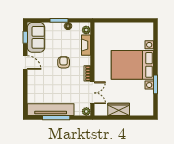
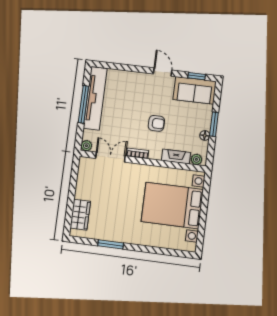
door: (25, 63) -> (163, 72), swing flipped
bed with nightstands: (132, 65) -> (172, 205), moved, turned -90
double door: (92, 93) -> (110, 157), swing flipped
wardrobe: (119, 109) -> (80, 215), moved

